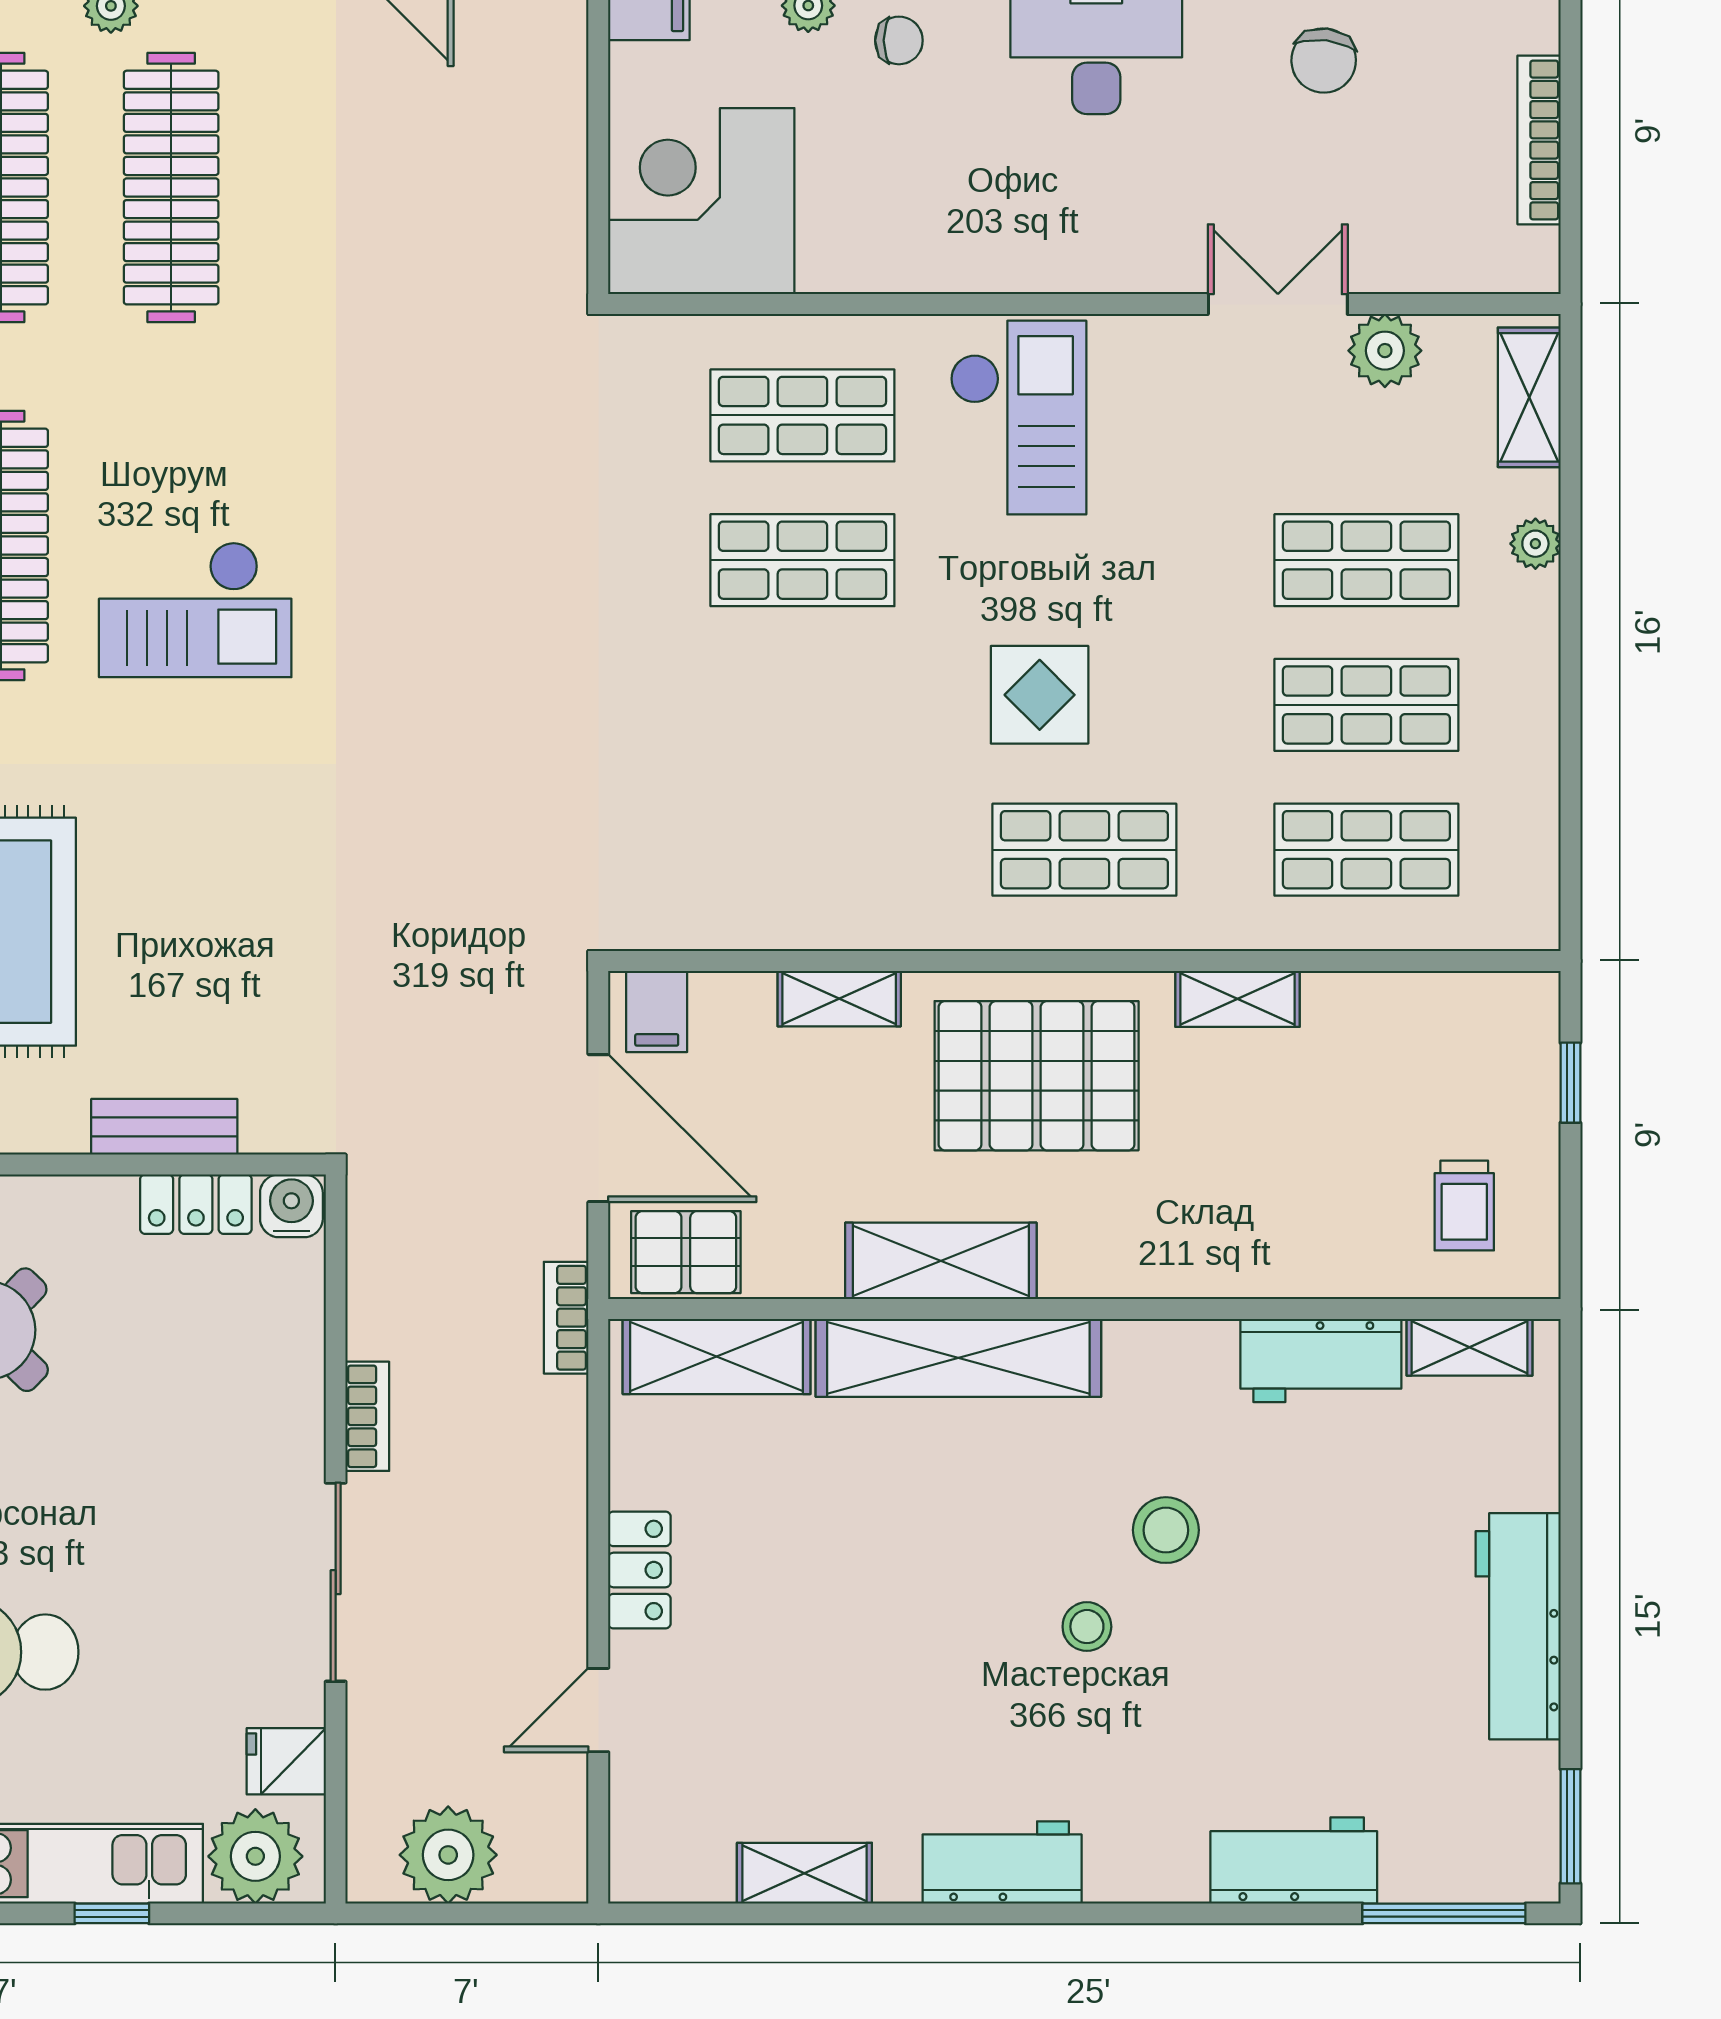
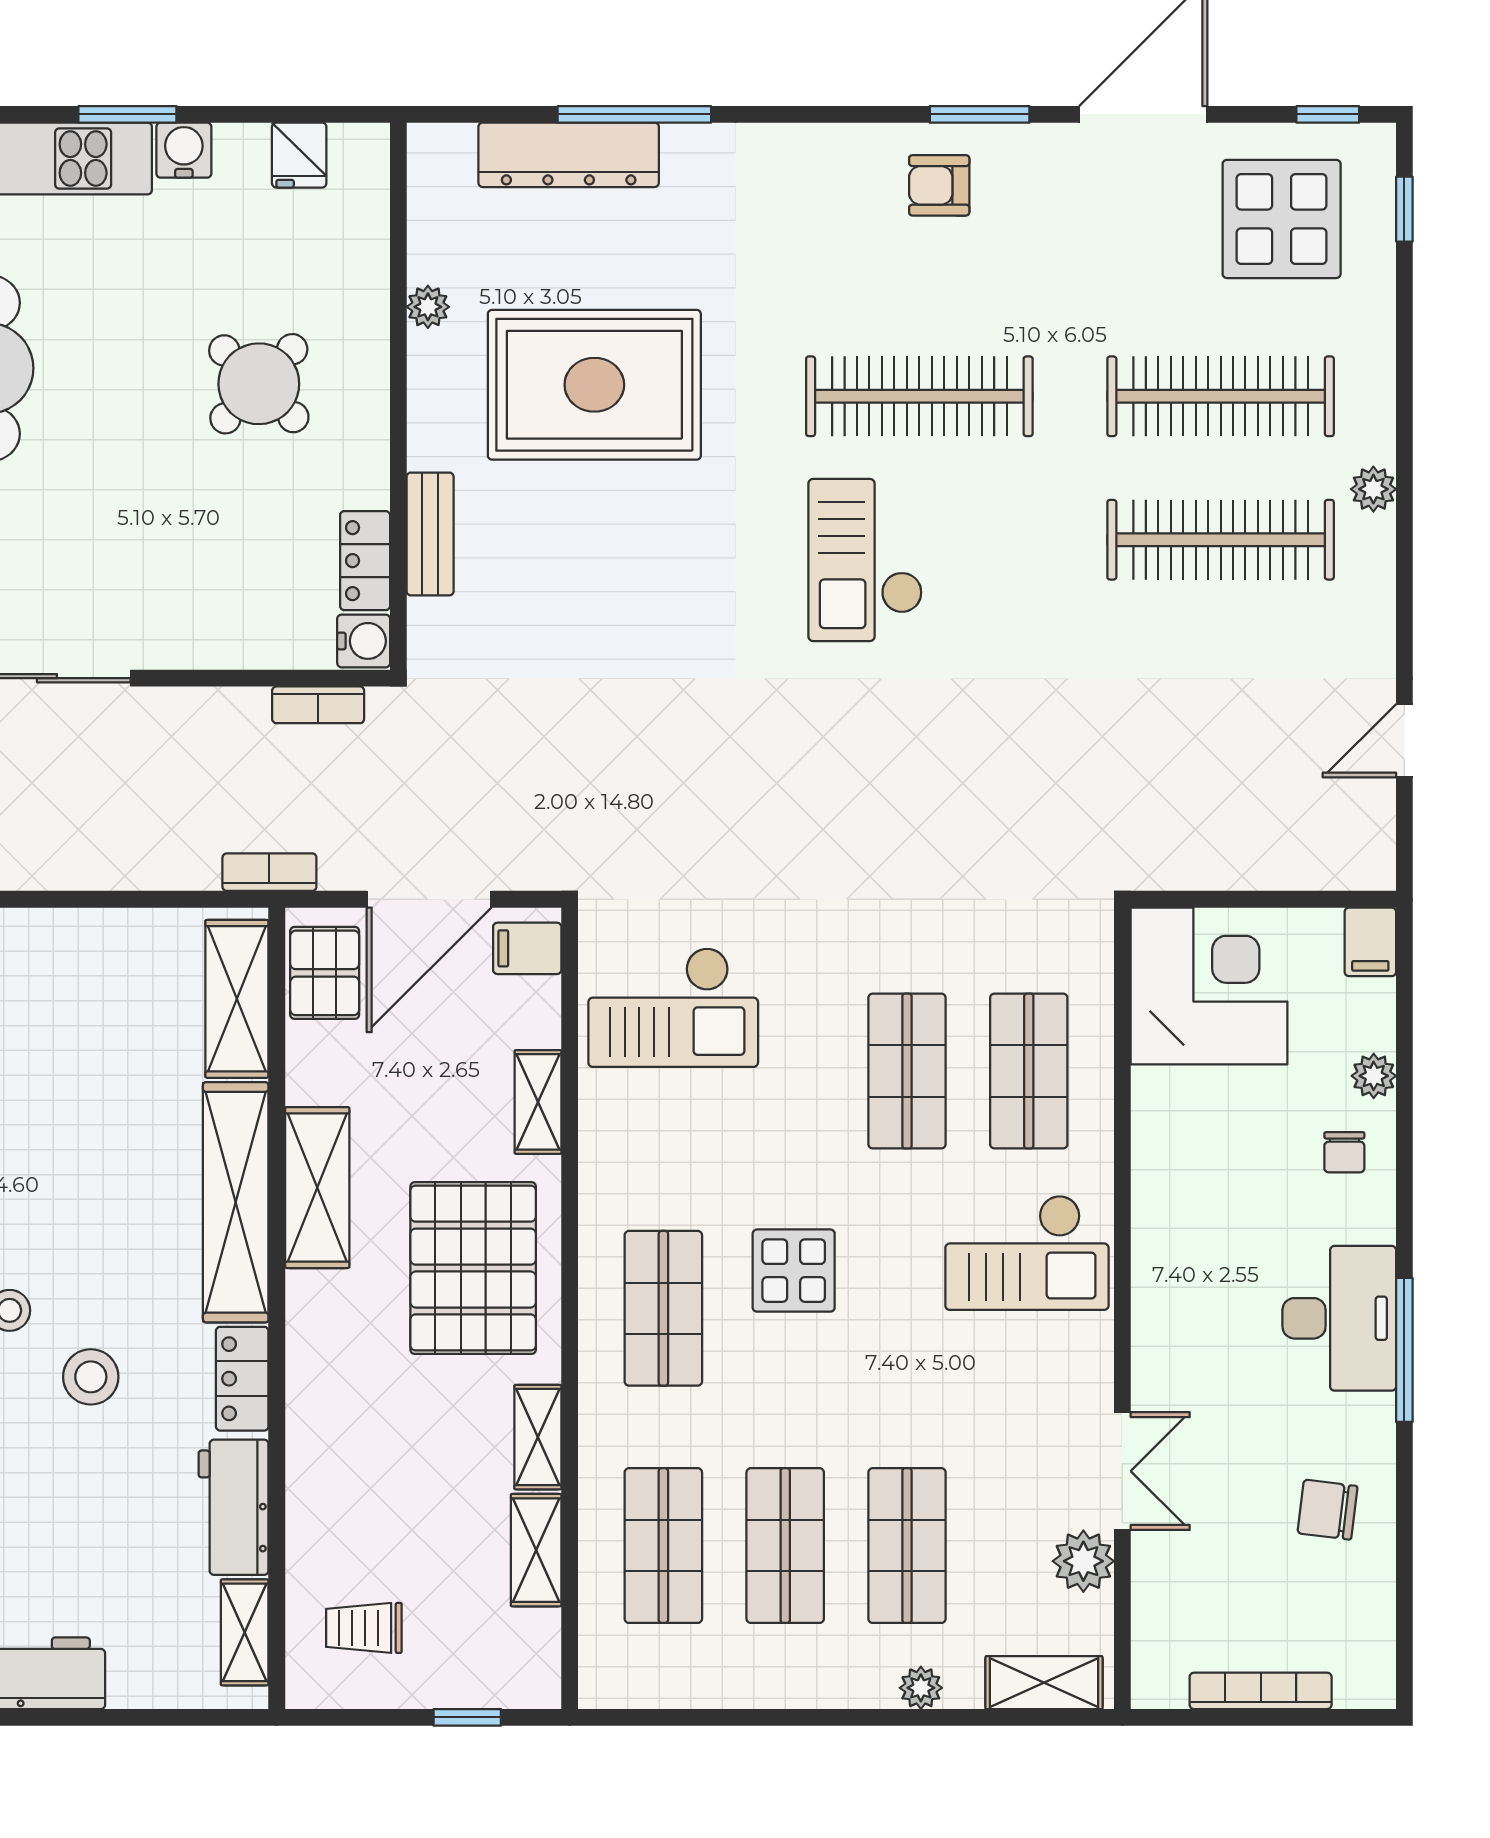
checkout: (727, 838) -> (673, 1007), added
shelving: (1372, 1001) -> (536, 1550), added
bookcase: (367, 1416) -> (318, 705), moved
locker: (639, 1570) -> (242, 1379), moved, turned 90

